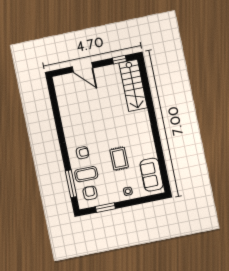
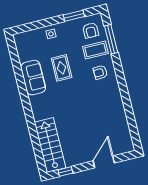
door: (82, 67) -> (104, 162), hinge flipped
sofa: (151, 175) -> (33, 78), moved

